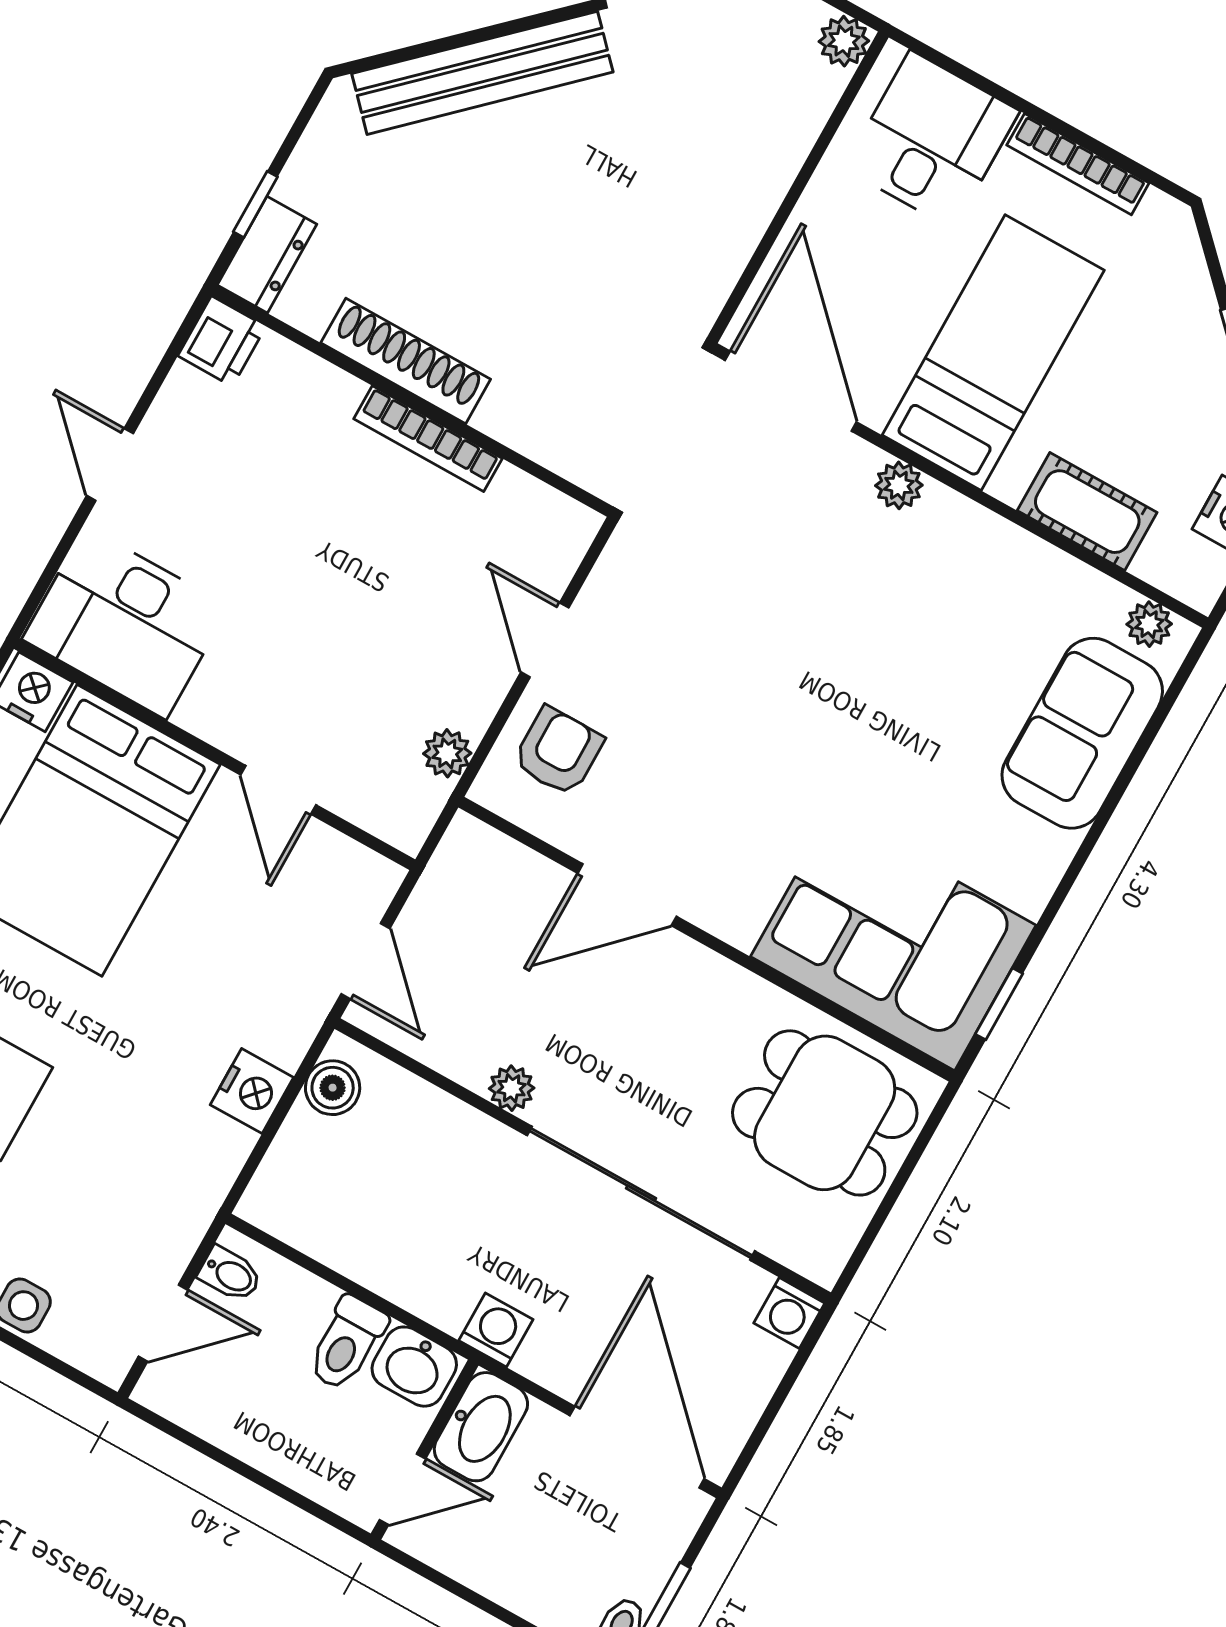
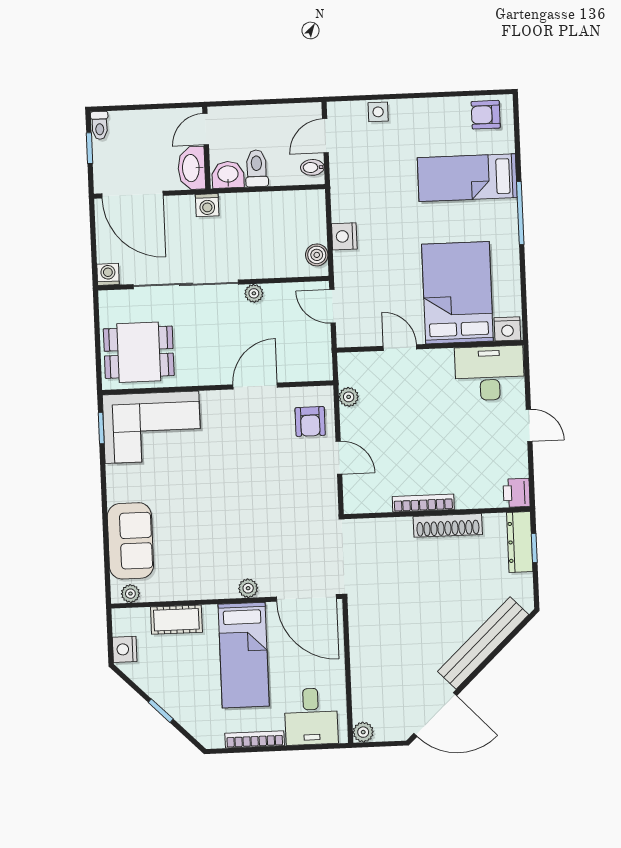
dresser: (267, 255) -> (520, 542), width x1.44

